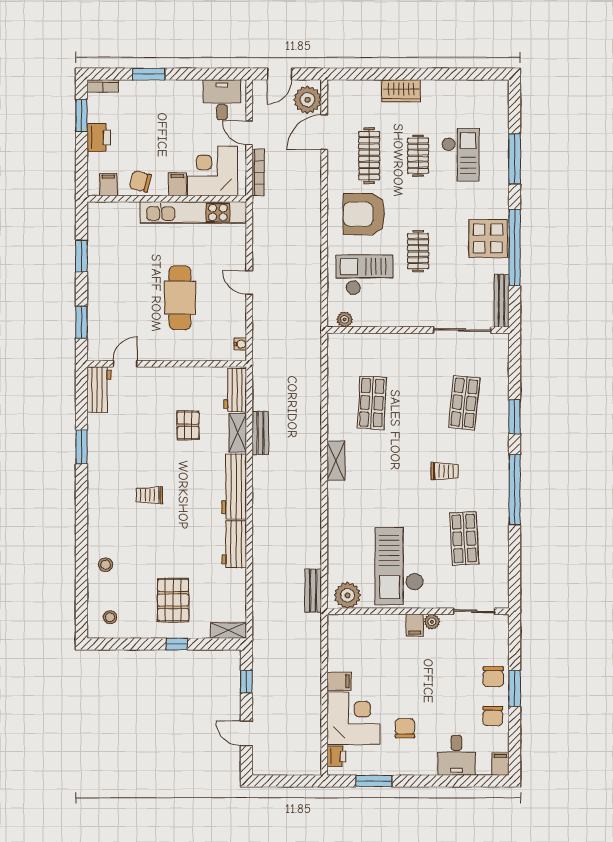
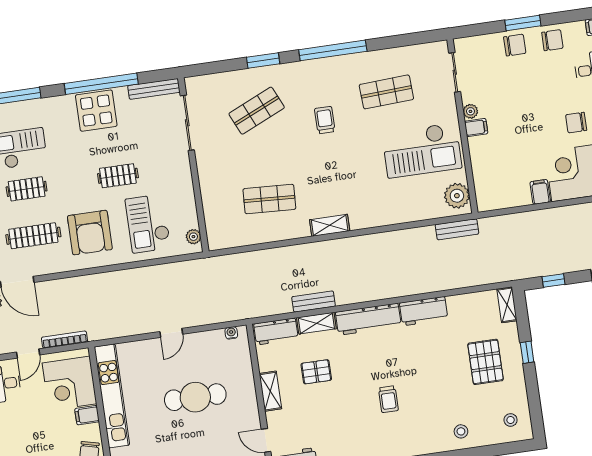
shelving: (175, 375) -> (270, 391), added
shop shelf: (464, 403) -> (257, 111), turned -30
pallet: (173, 600) -> (486, 362), turned 90

